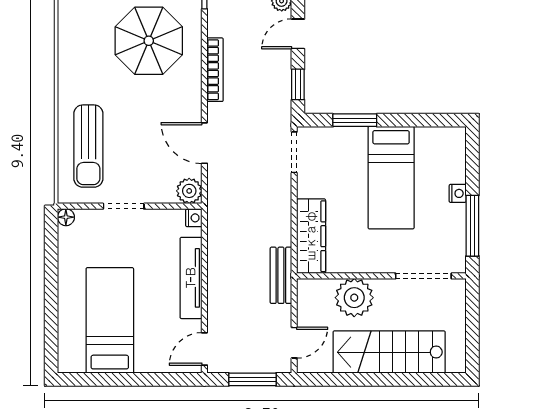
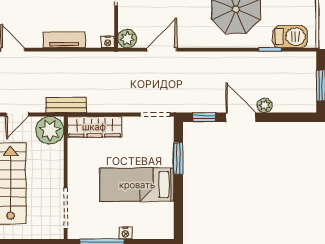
door: (298, 34) -> (241, 117), width x1.38
bookcase: (215, 70) -> (215, 57), removed
tv unit: (191, 278) -> (64, 40), width x0.71
plant: (354, 298) -> (50, 130), moved
door: (294, 343) -> (17, 115), hinge flipped

